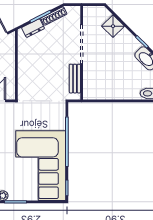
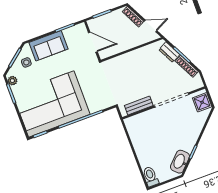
shower: (113, 26) -> (202, 102), moved, turned 45

